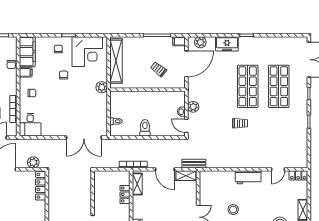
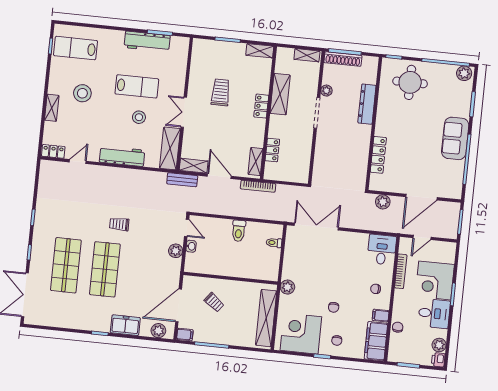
workbench: (248, 177) -> (122, 156), width x1.38
locker: (41, 186) -> (378, 155), moved
shelving: (206, 187) -> (170, 148), added

